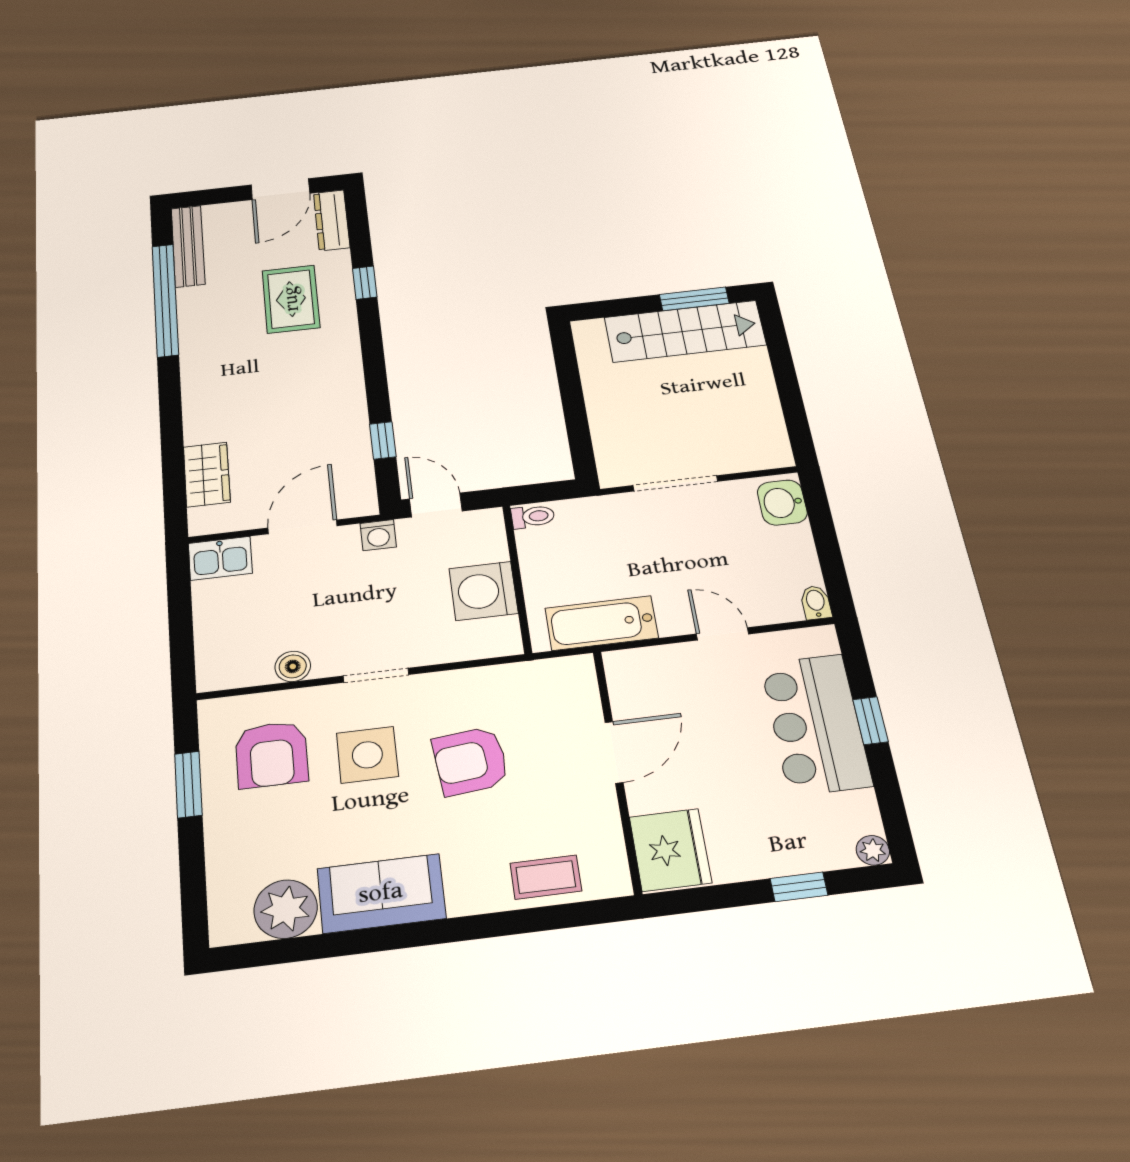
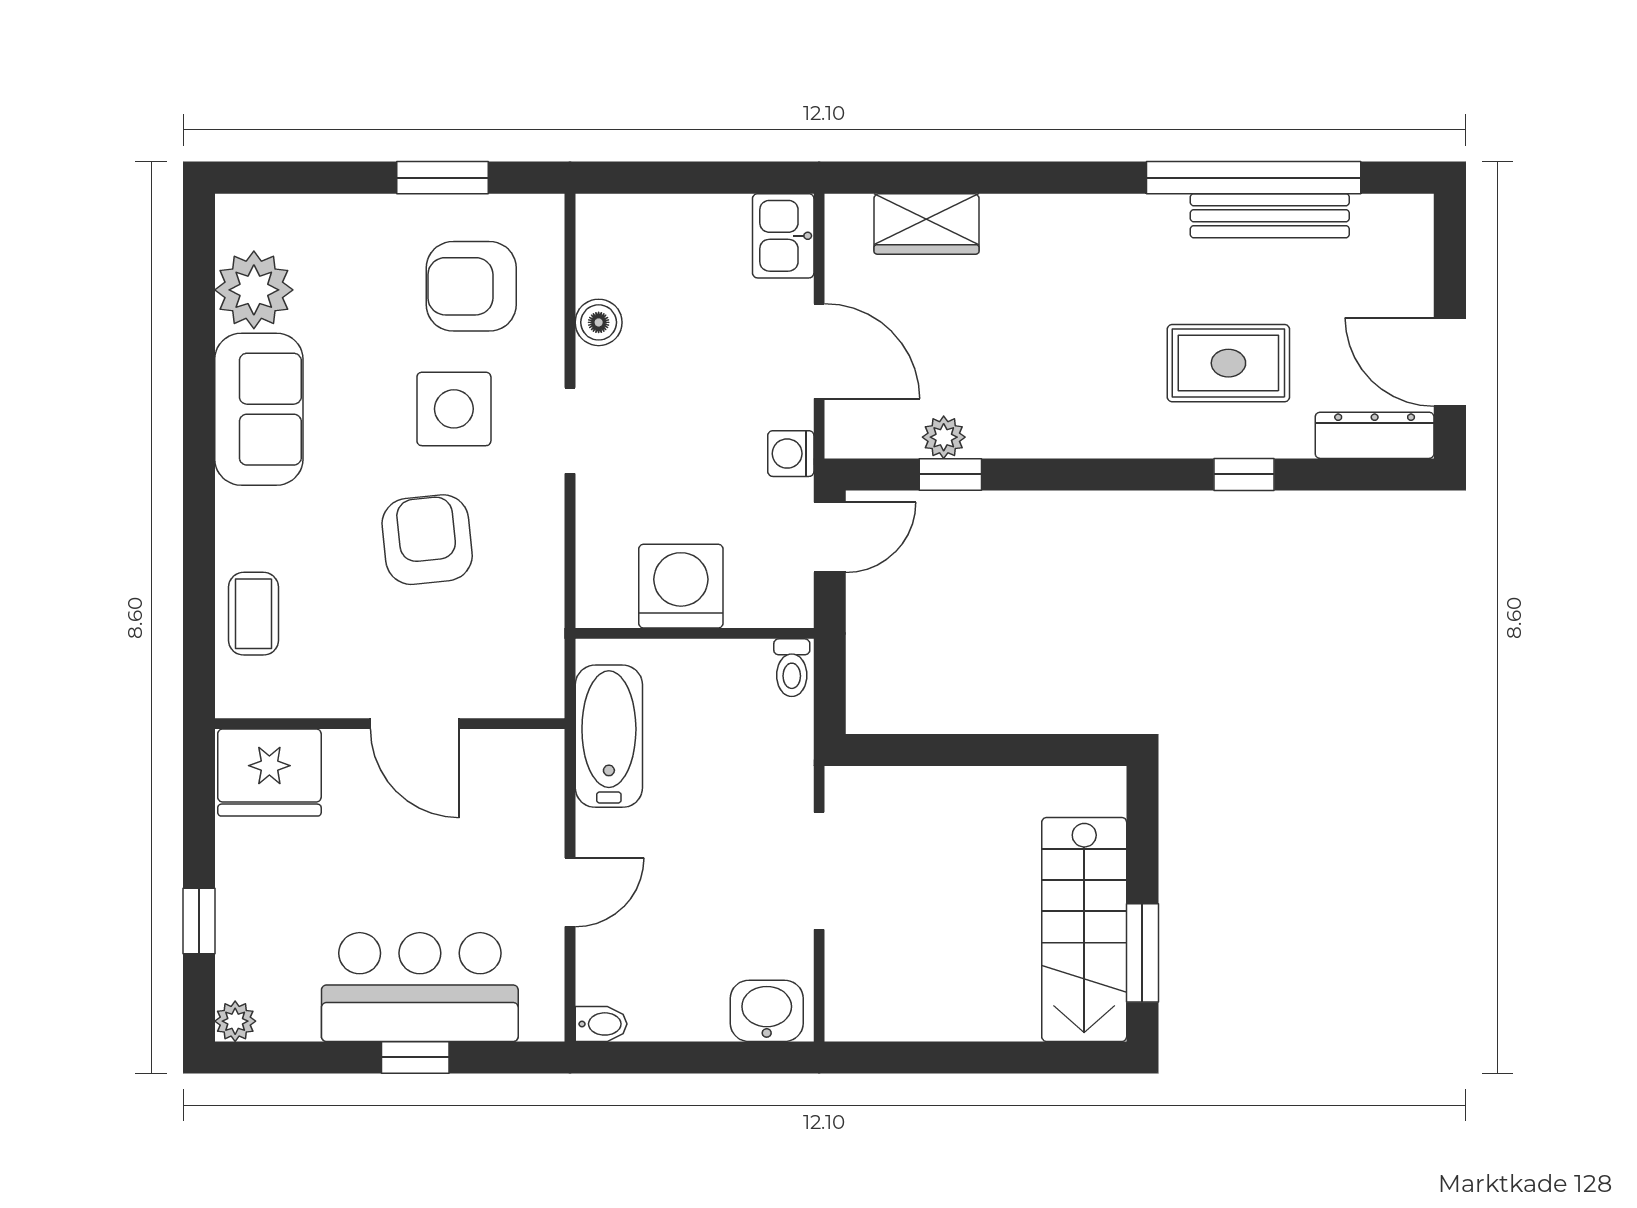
bench: (188, 246) -> (1270, 216), moved
plant: (357, 447) -> (944, 437), added

